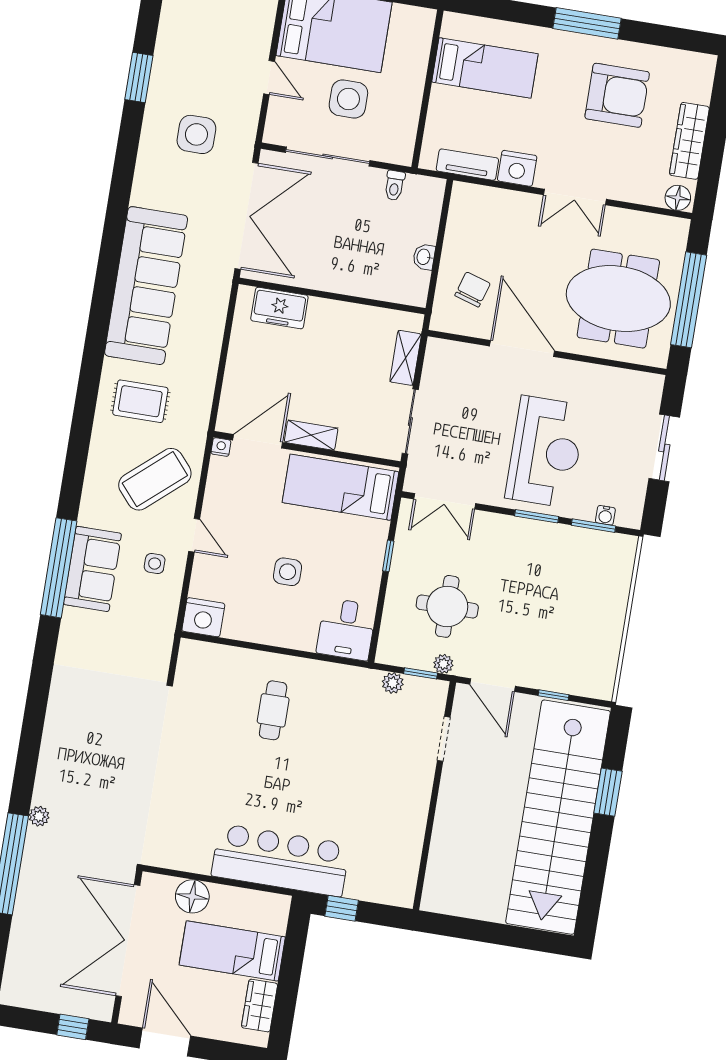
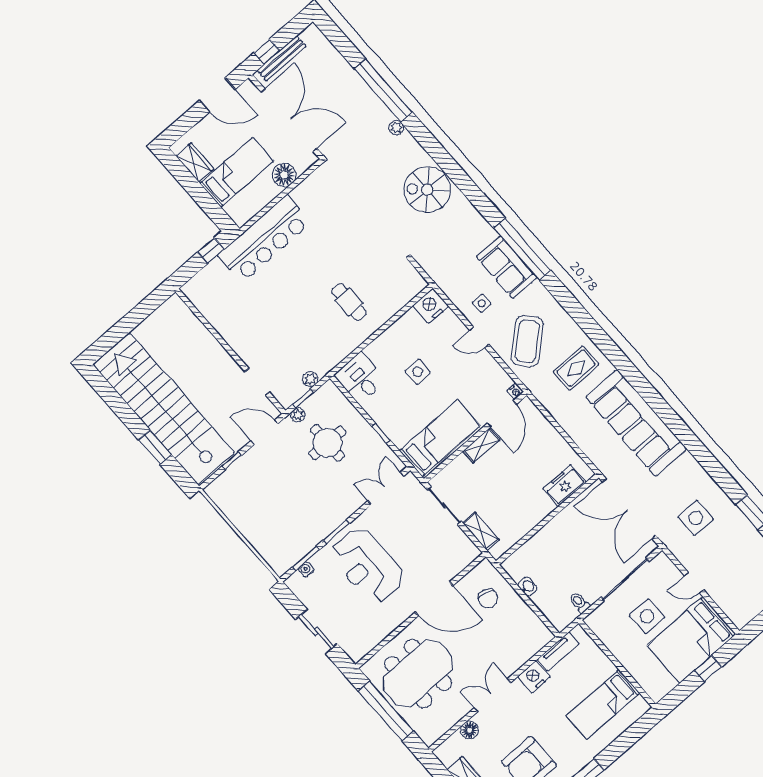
floor lamp: (678, 198) -> (469, 730), moved
spiral stairs: (79, 726) -> (427, 190), added
bench: (67, 1005) -> (282, 58), added

